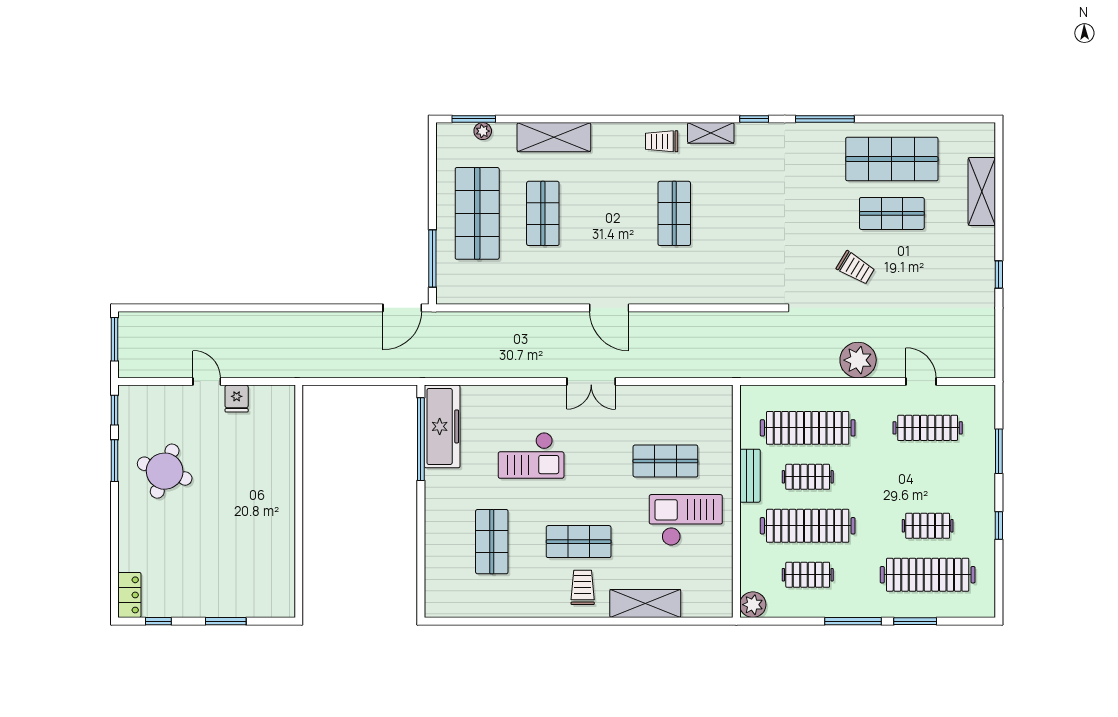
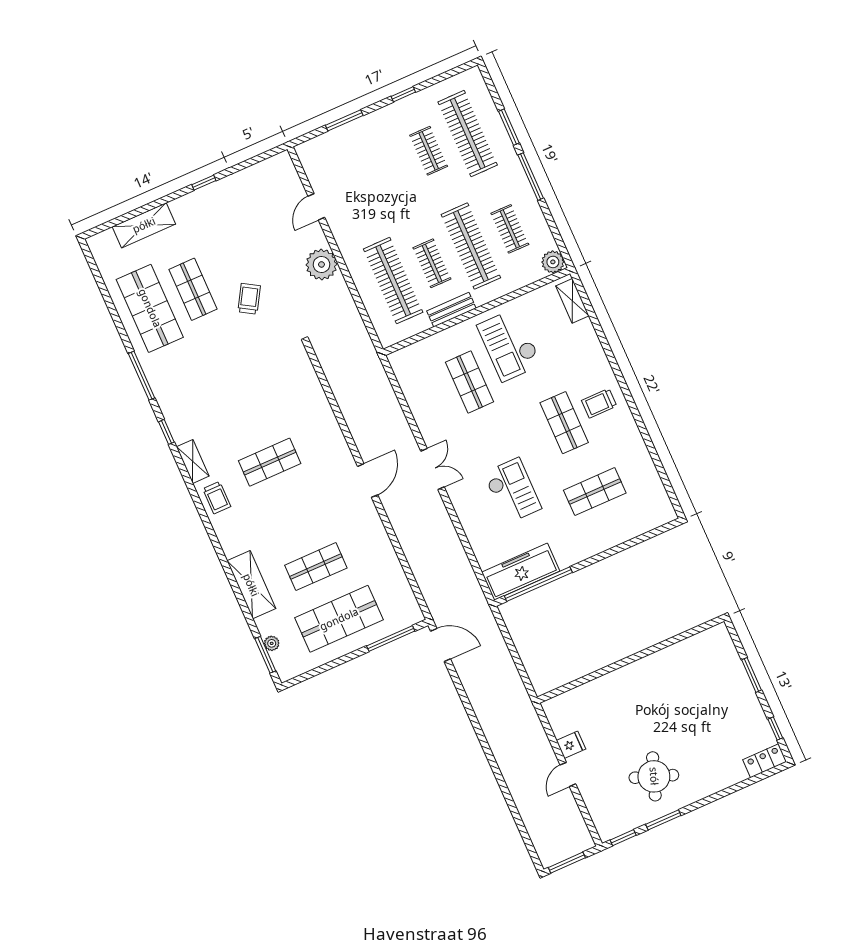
clothes rail: (928, 428) -> (351, 185), removed
shelving: (645, 603) -> (572, 301), moved, width x0.67, depth x0.75

